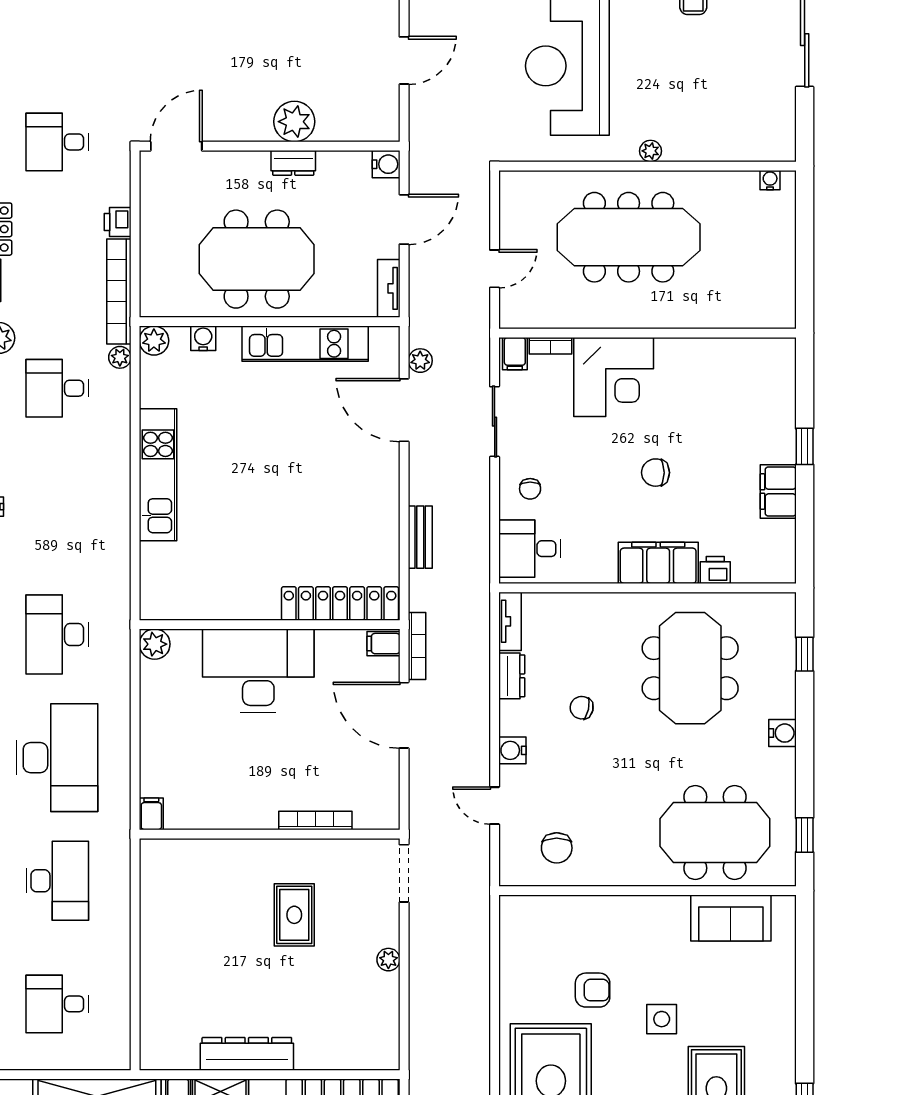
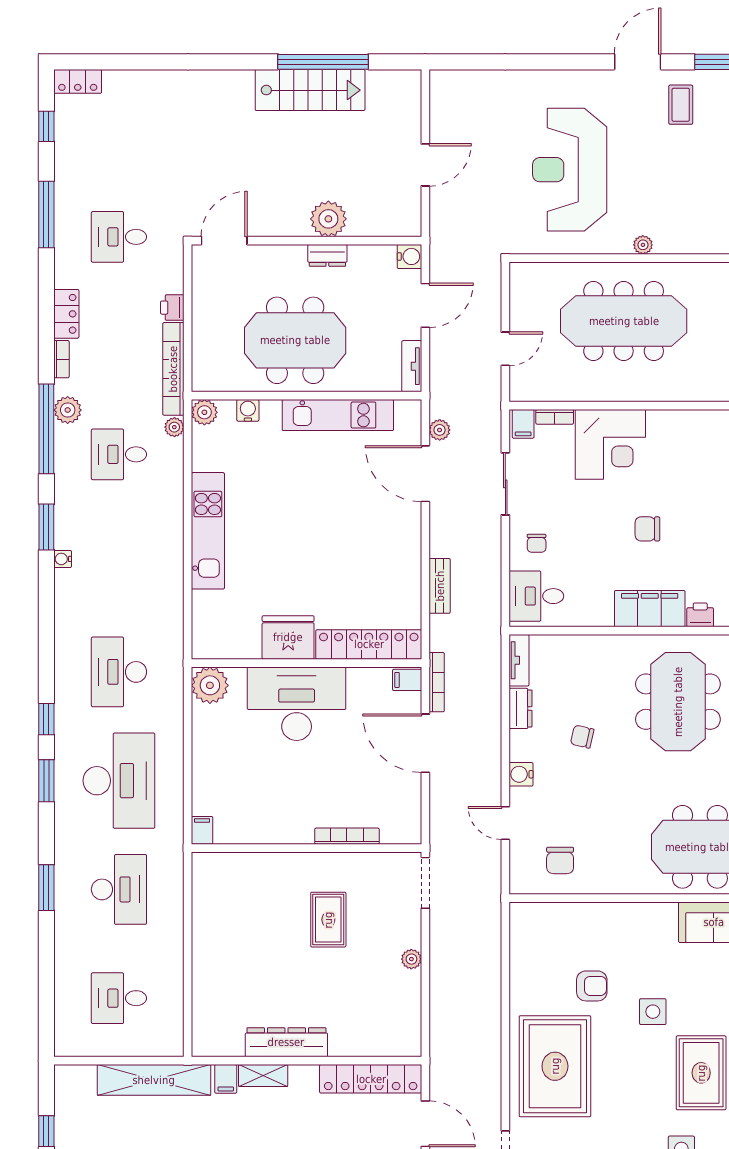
fridge: (249, 596) -> (288, 637), added
plant: (155, 644) -> (210, 685), width x1.36, depth x1.36

